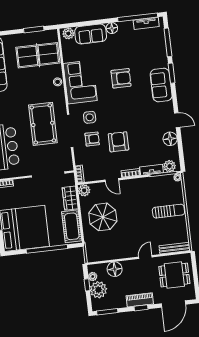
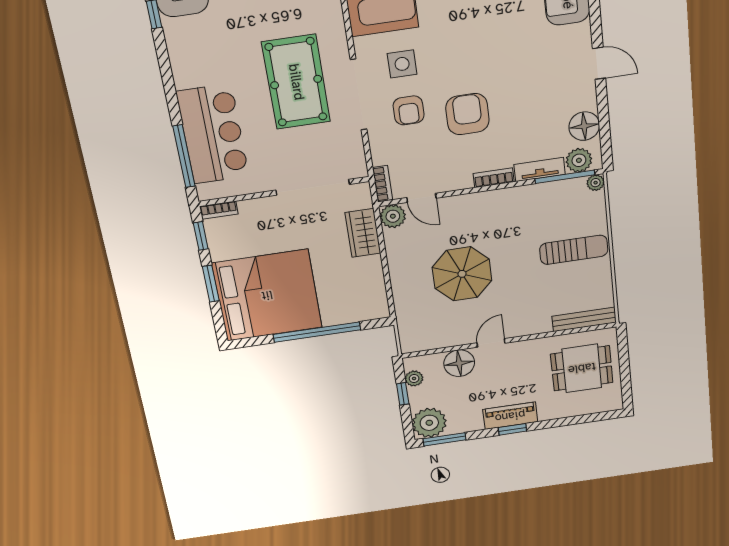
armchair: (92, 139) -> (409, 110), turned 90
floor lamp: (170, 139) -> (584, 126), moved
door: (112, 180) -> (421, 198), moved
parasol: (103, 217) -> (462, 274), moved
cot: (72, 226) -> (368, 287), removed
door: (145, 257) -> (491, 343), moved
plant: (98, 290) -> (429, 423), moved
door: (173, 304) -> (578, 420), removed

